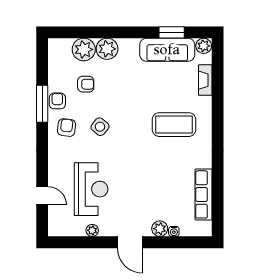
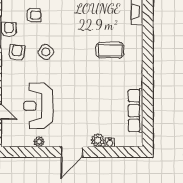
coffee table: (174, 125) -> (110, 50), width x0.73, depth x0.76
reception desk: (91, 189) -> (38, 106), turned 180
door: (130, 242) -> (72, 152), hinge flipped

